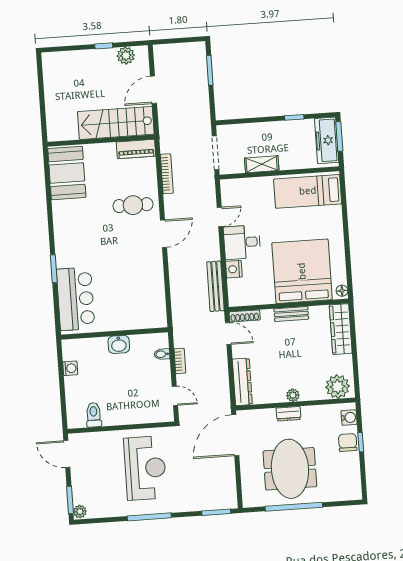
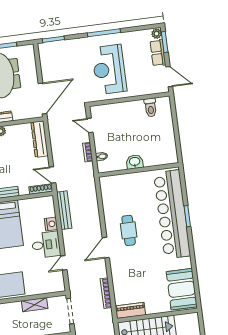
cafe table: (133, 205) -> (129, 230), moved, turned 90
bar counter: (76, 299) -> (172, 214), width x1.86
washing machine: (70, 368) -> (170, 142), removed
row of seats: (80, 486) -> (158, 53), added

